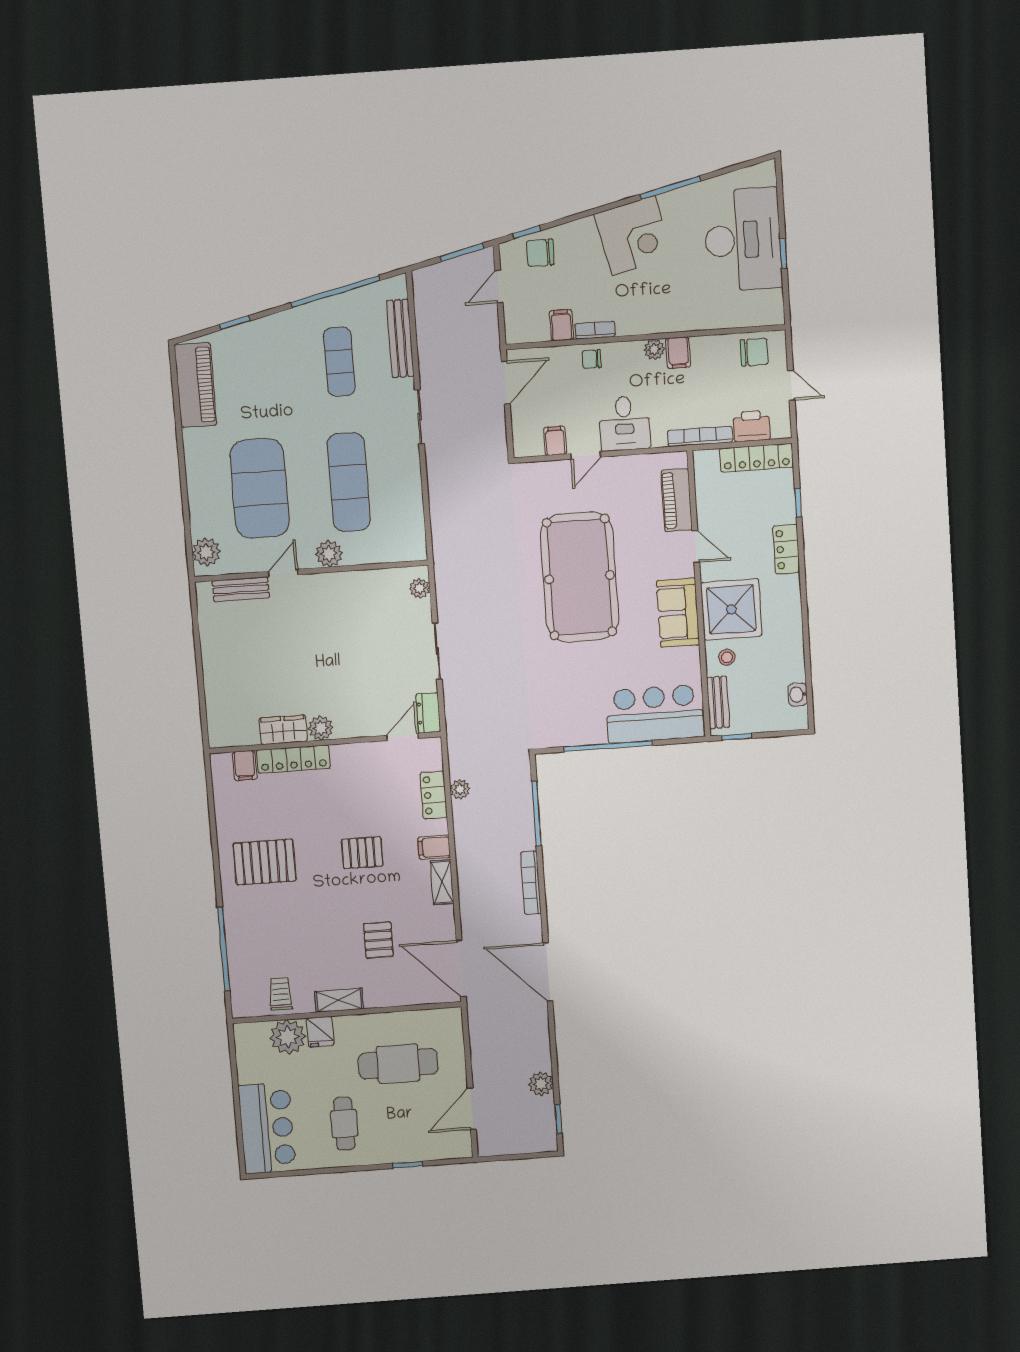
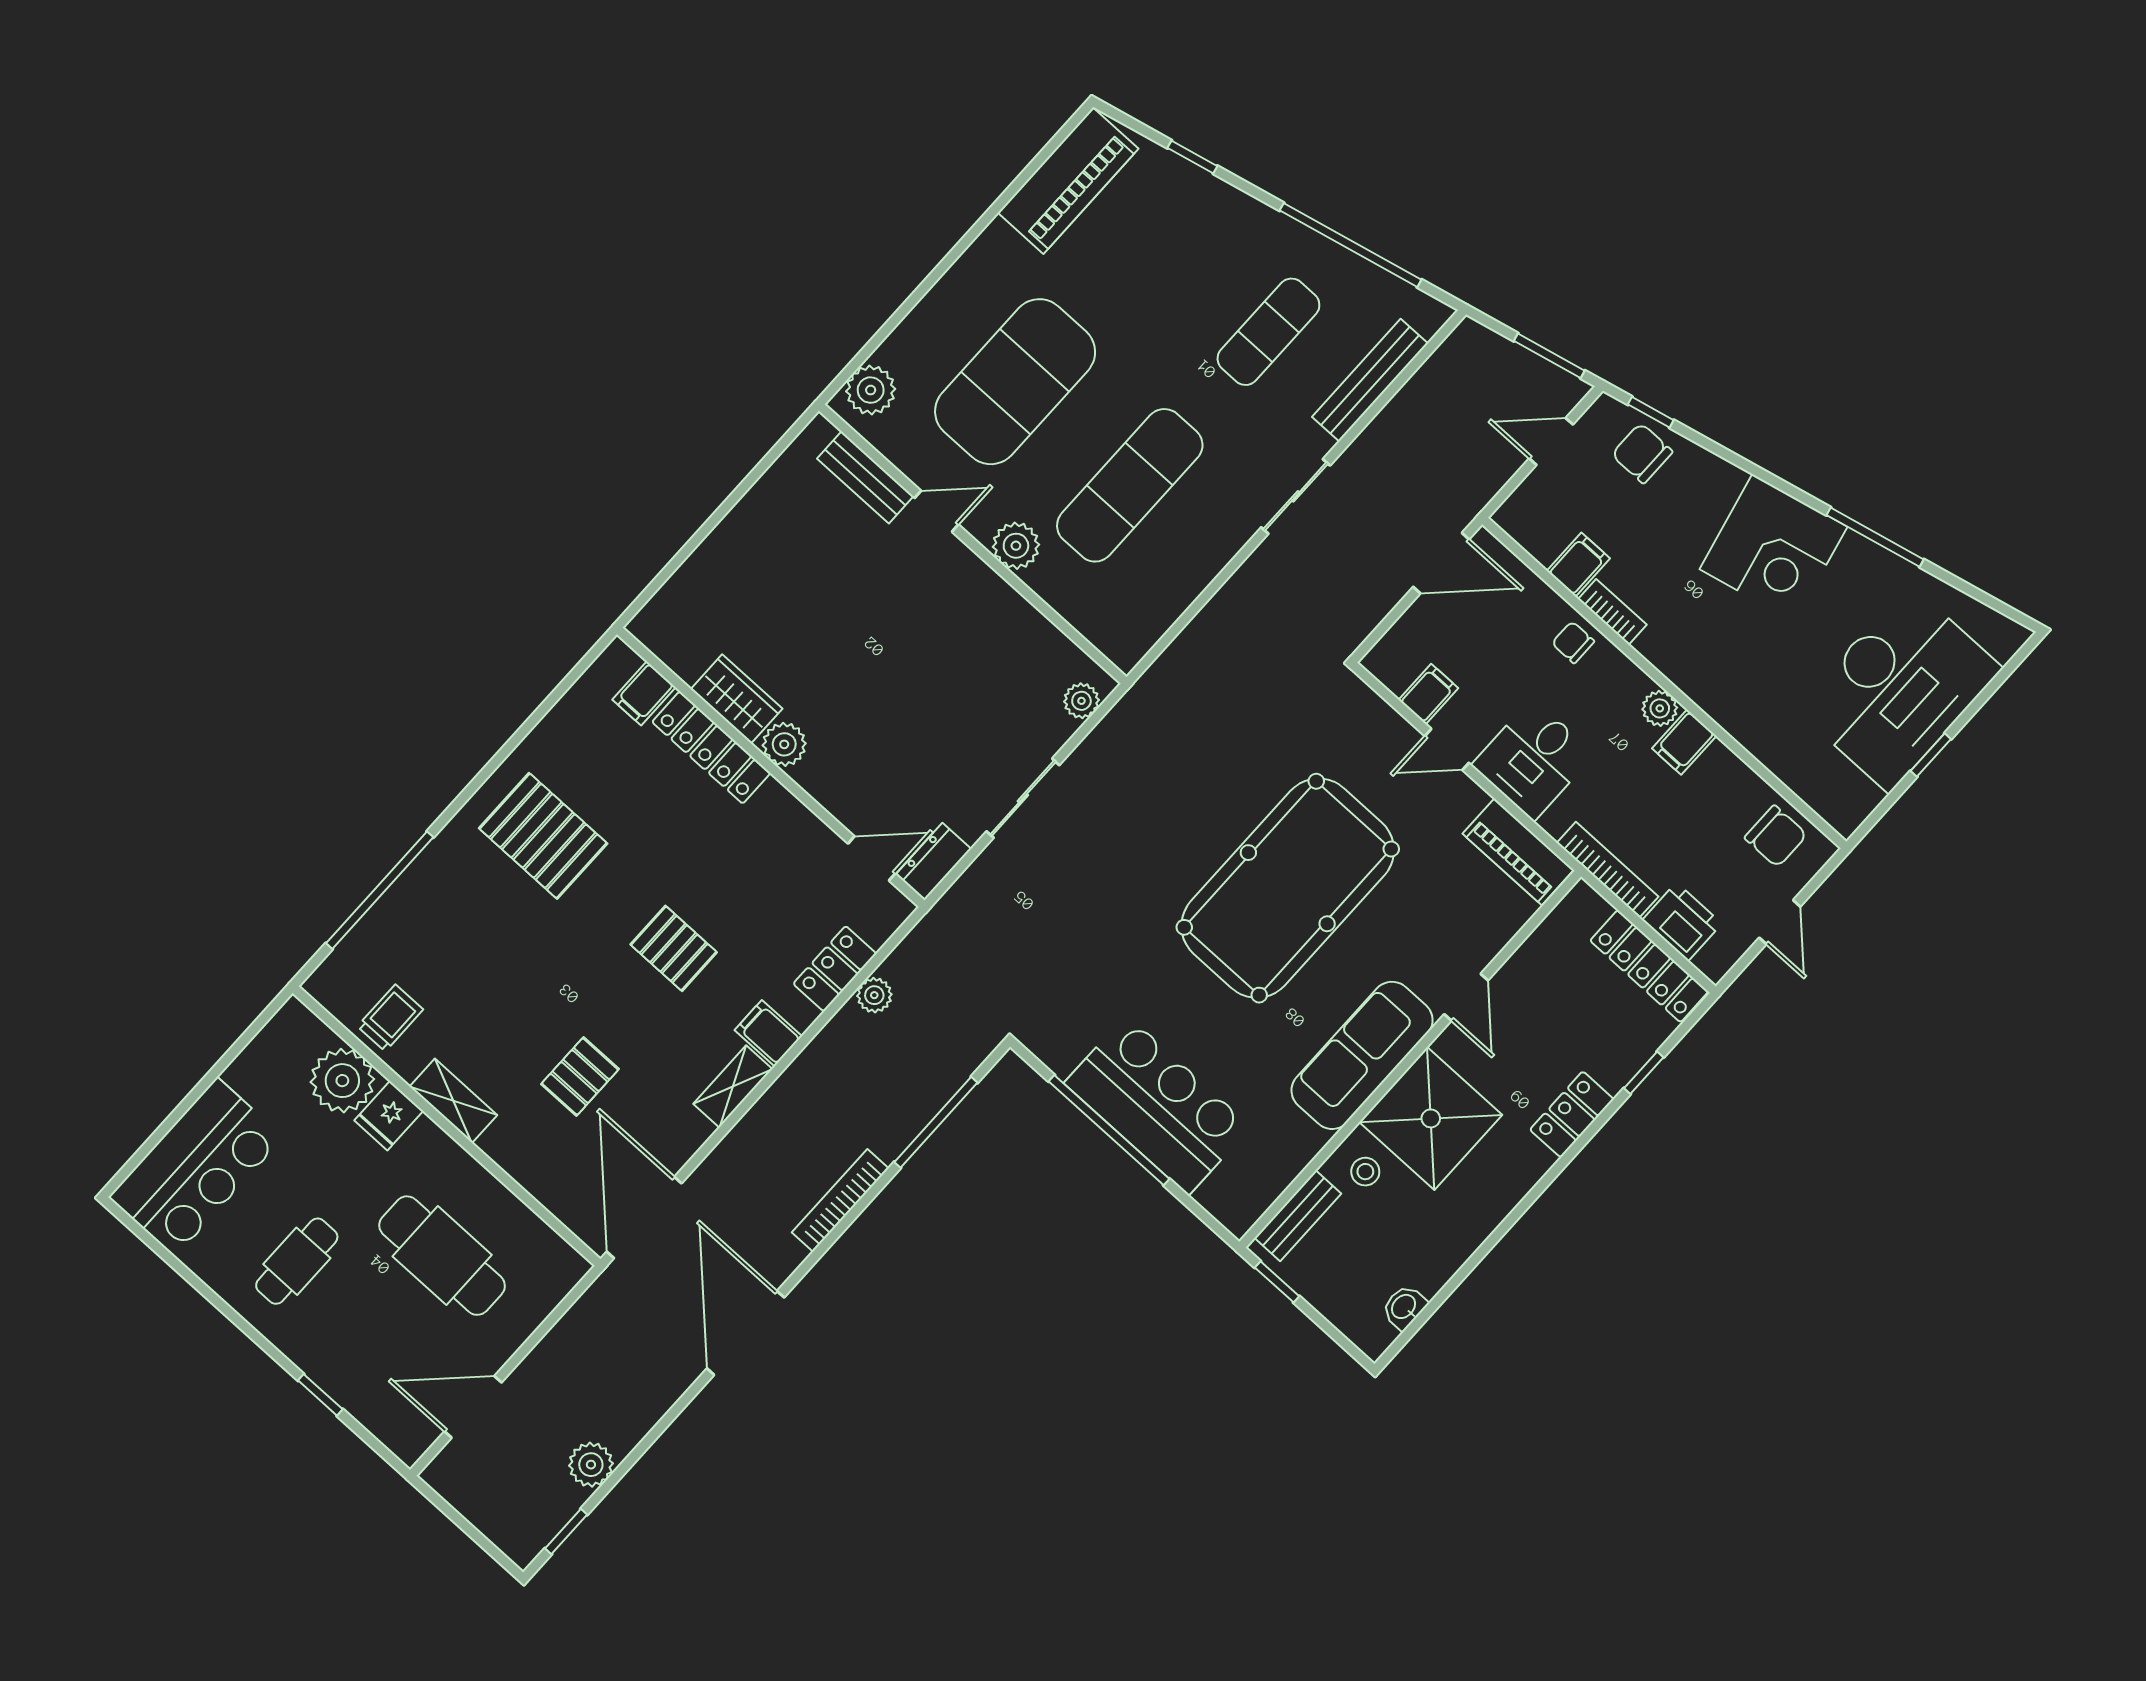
piano: (677, 500) -> (1518, 852), moved, turned -90
sofa: (678, 613) -> (1362, 1055), width x1.36
bar counter: (655, 714) -> (1157, 1105), moved

